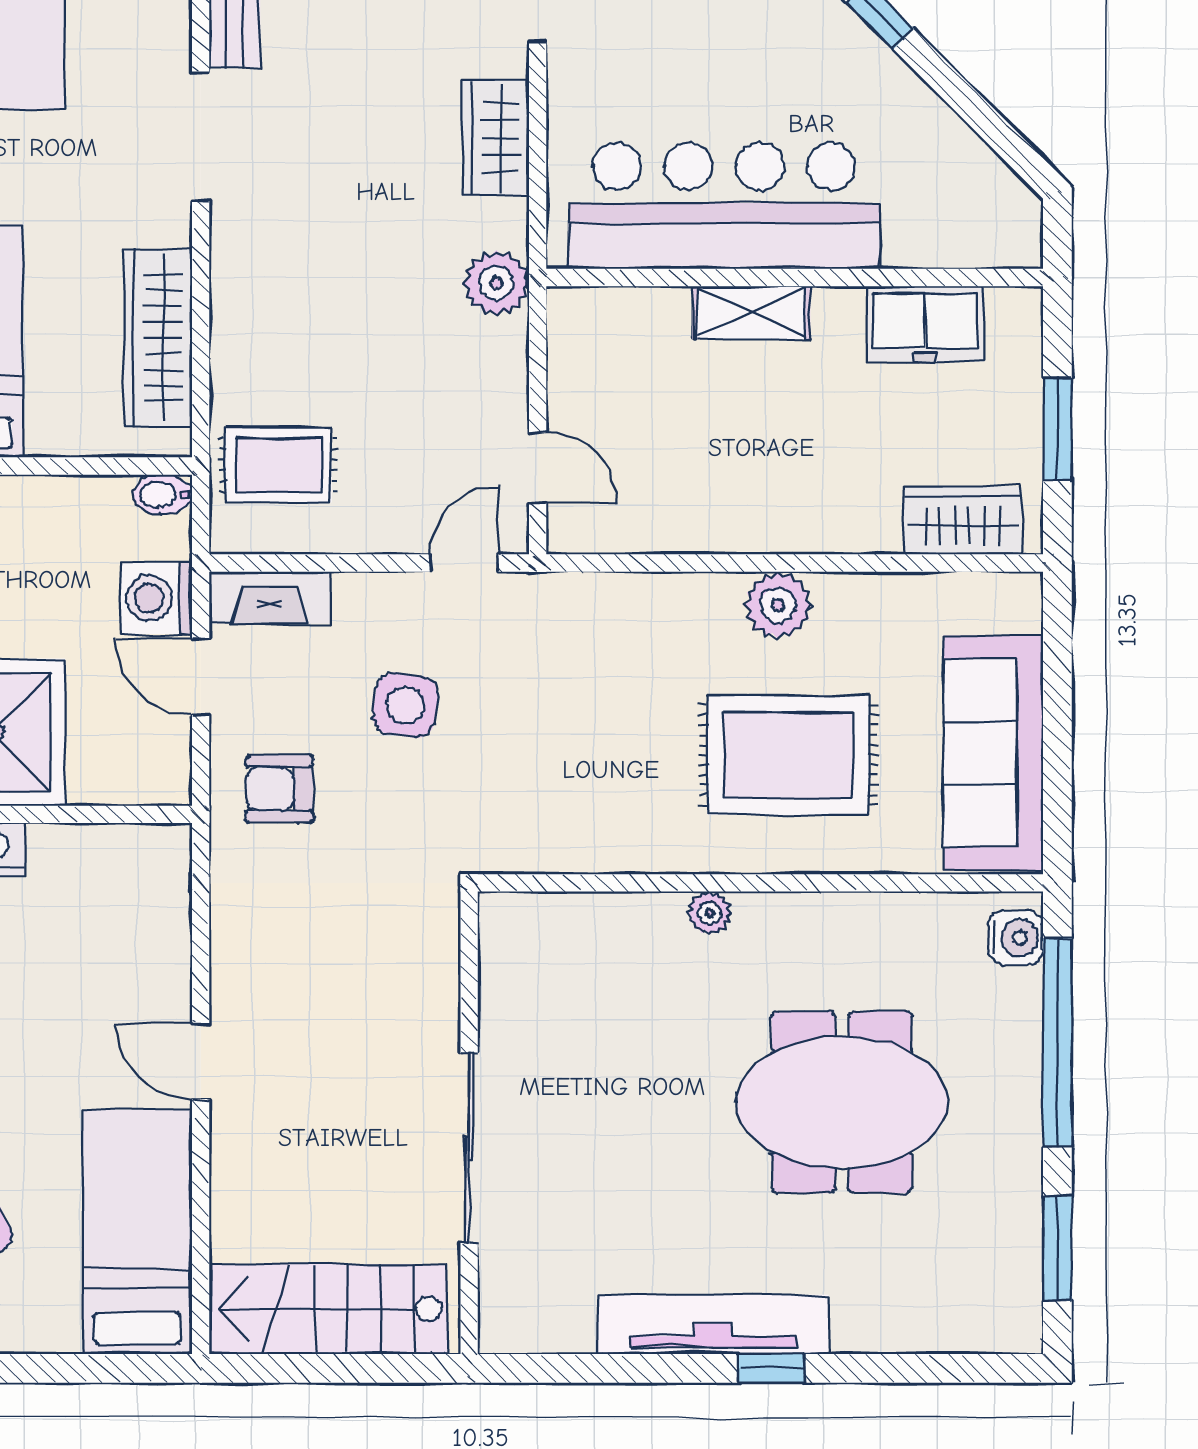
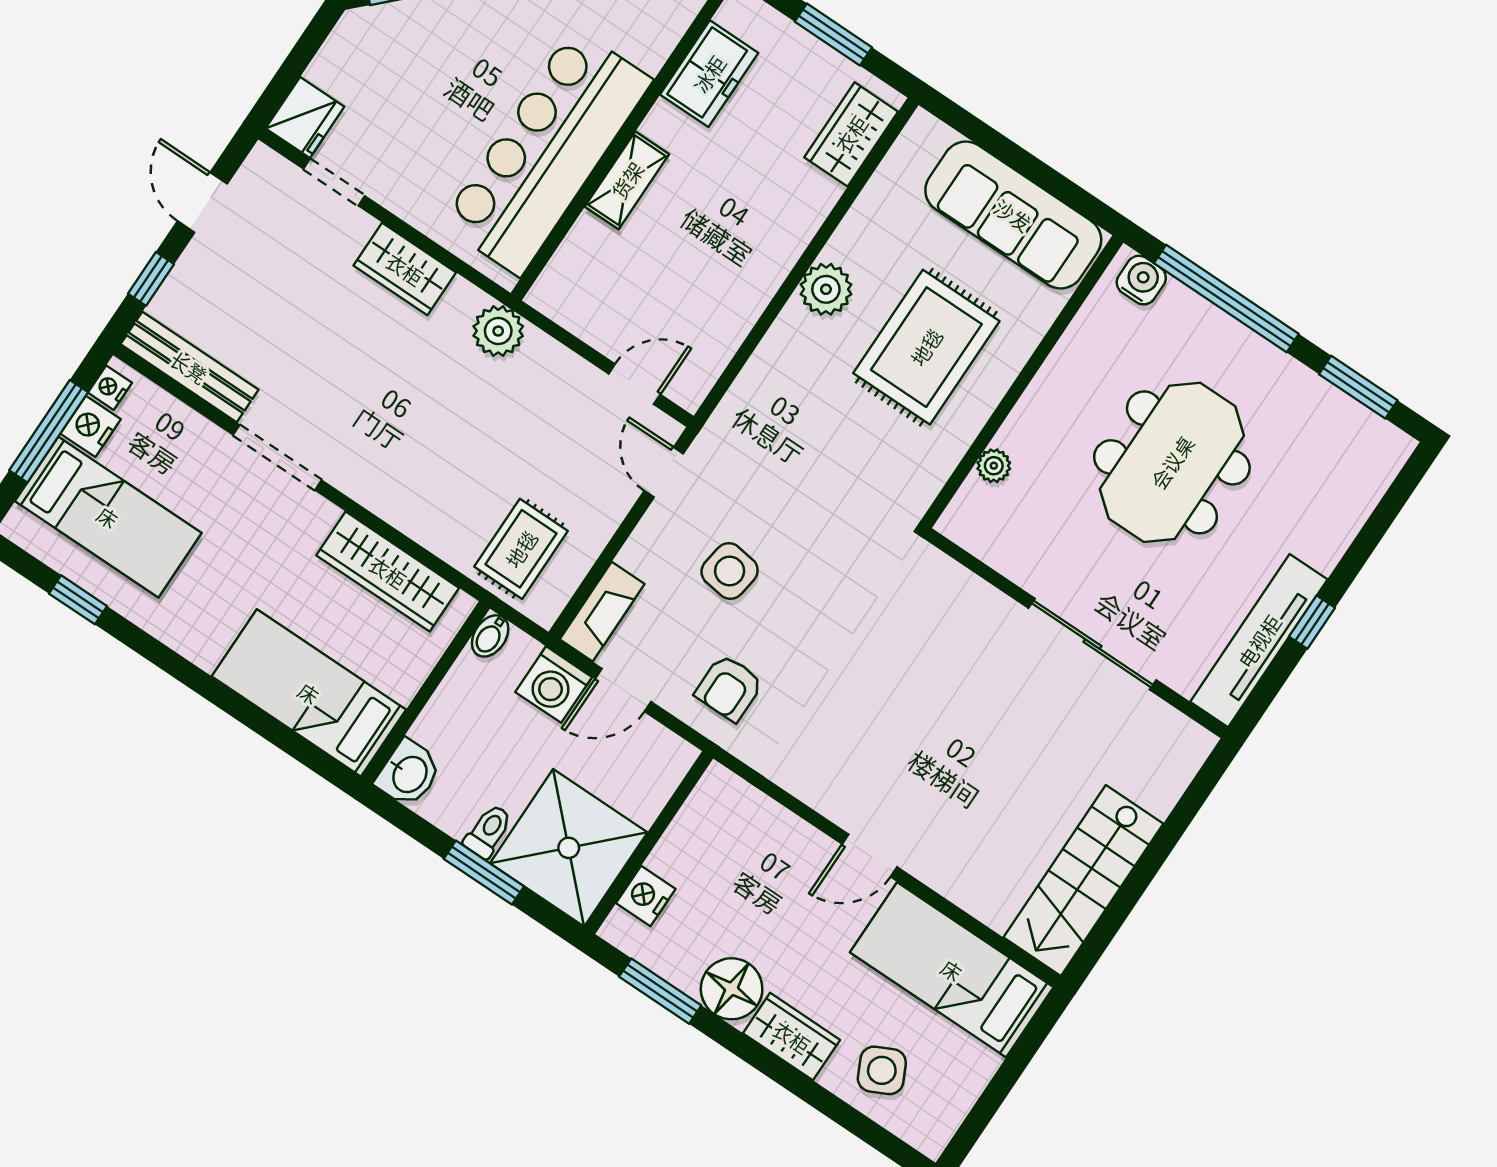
wall: (469, 1123) -> (1076, 633), moved
sliding door: (469, 1148) -> (1092, 644), moved

